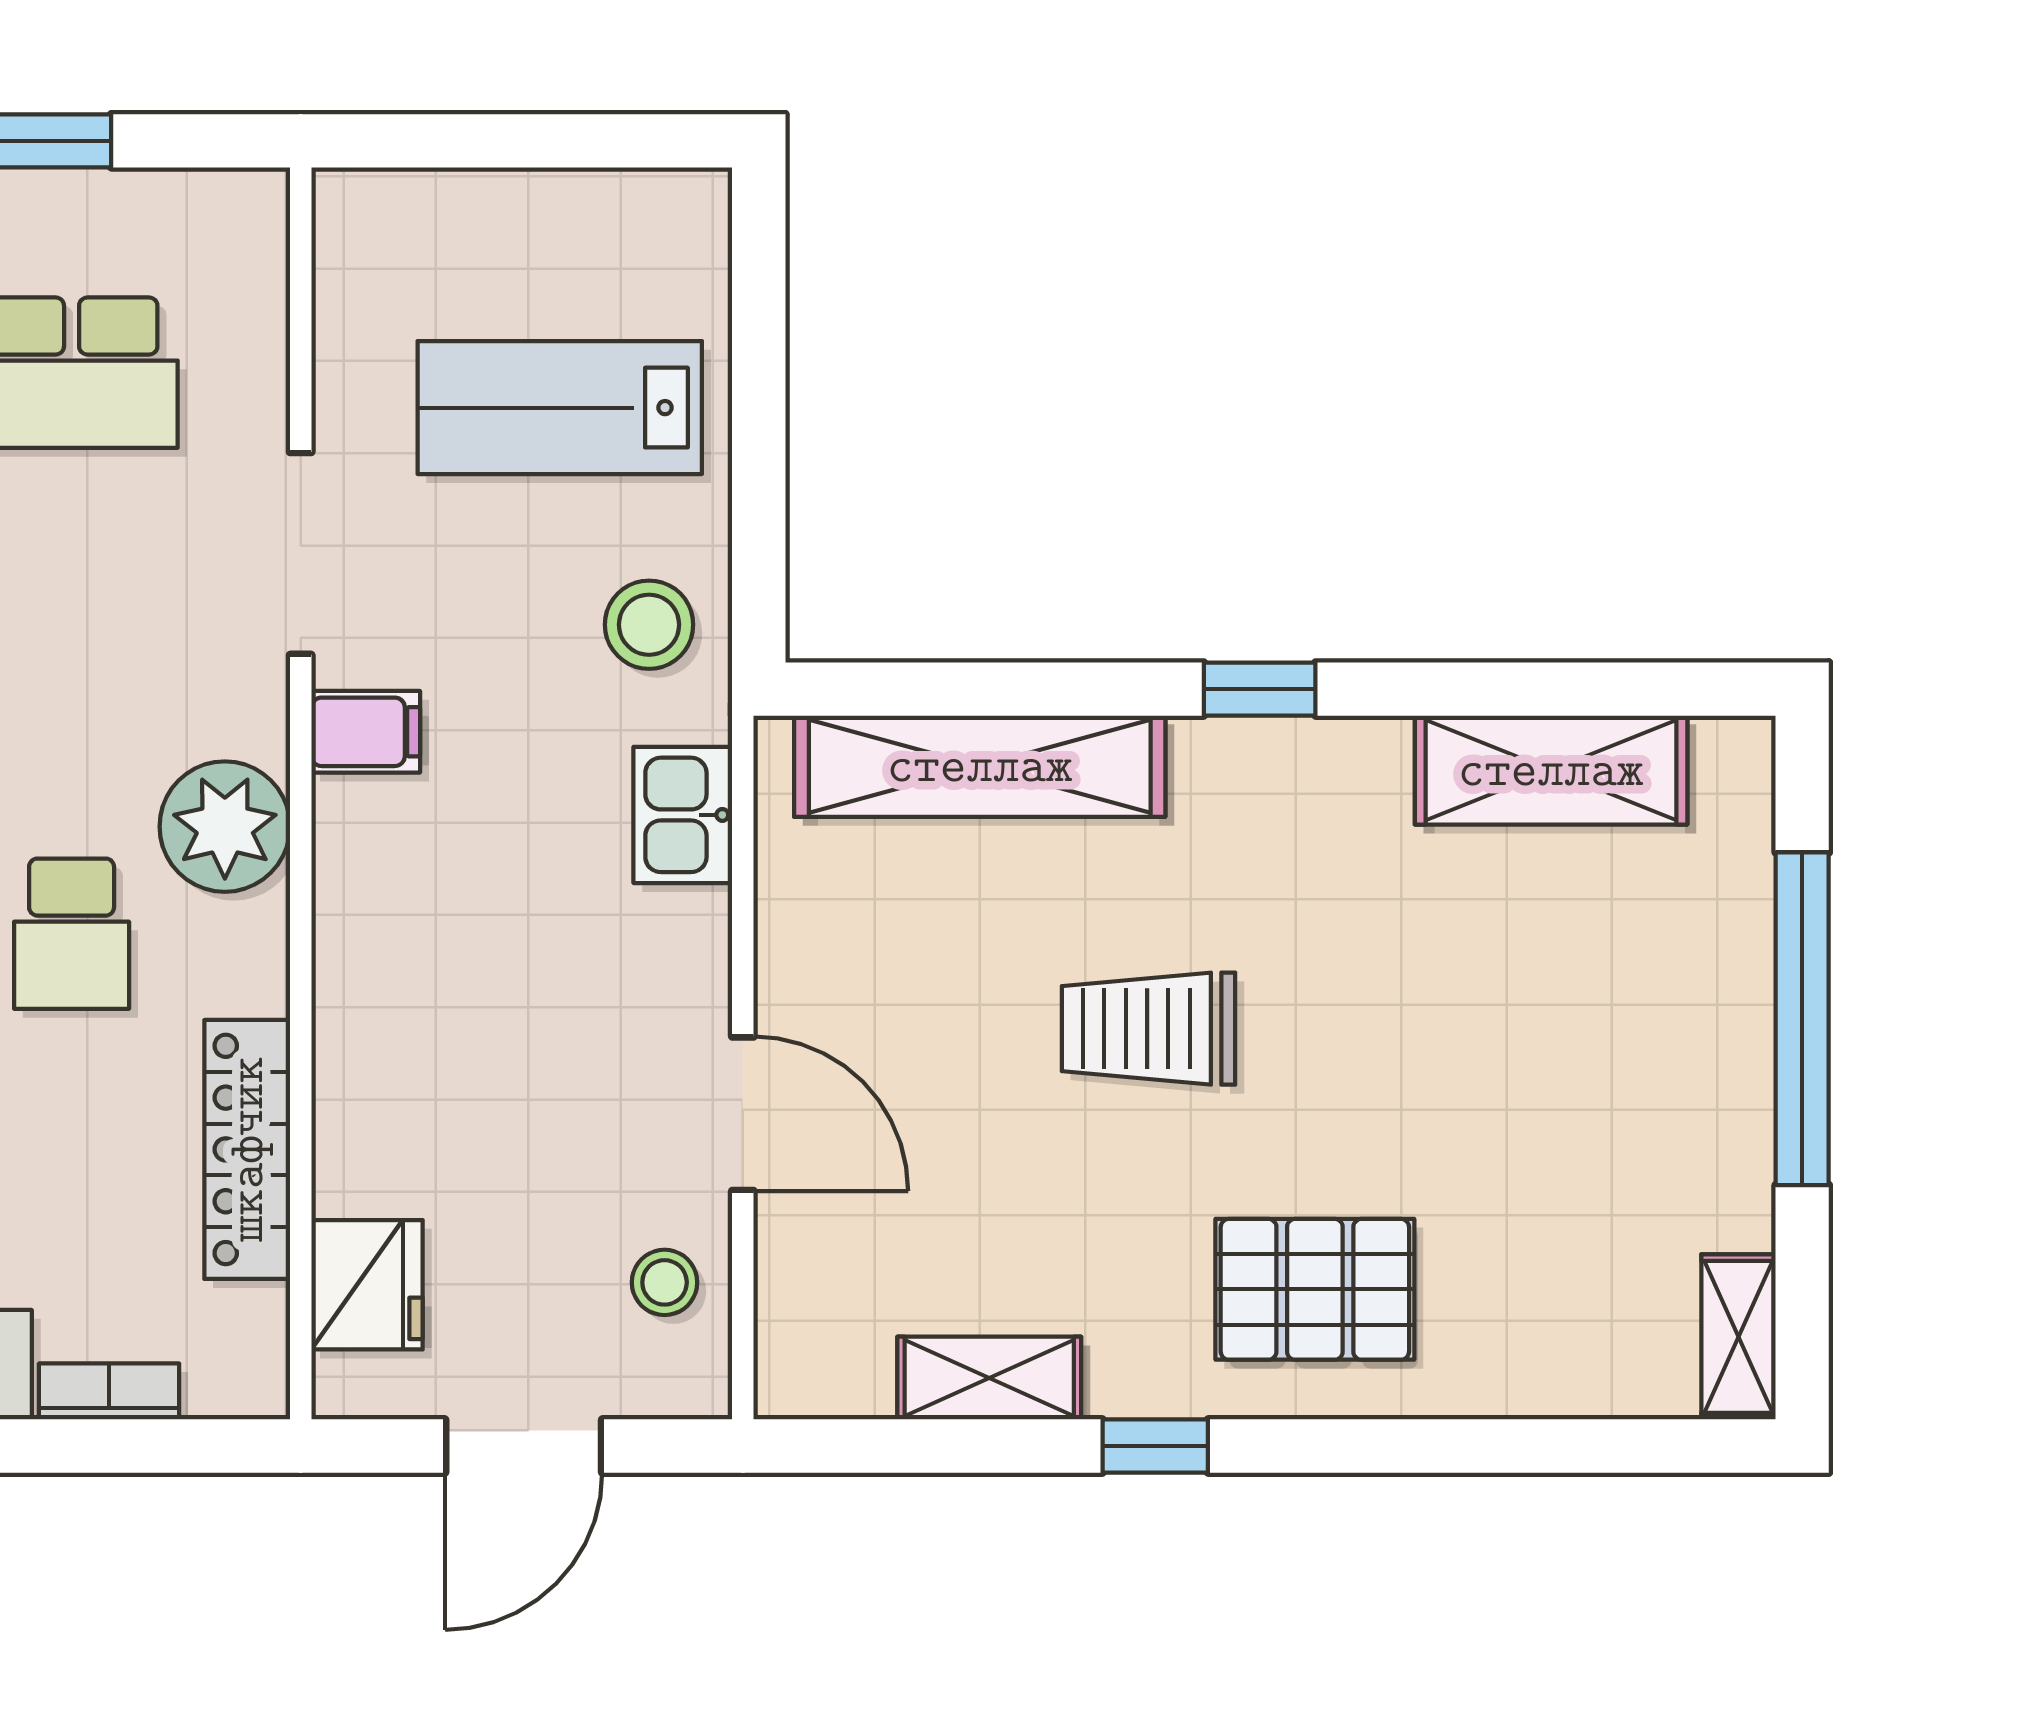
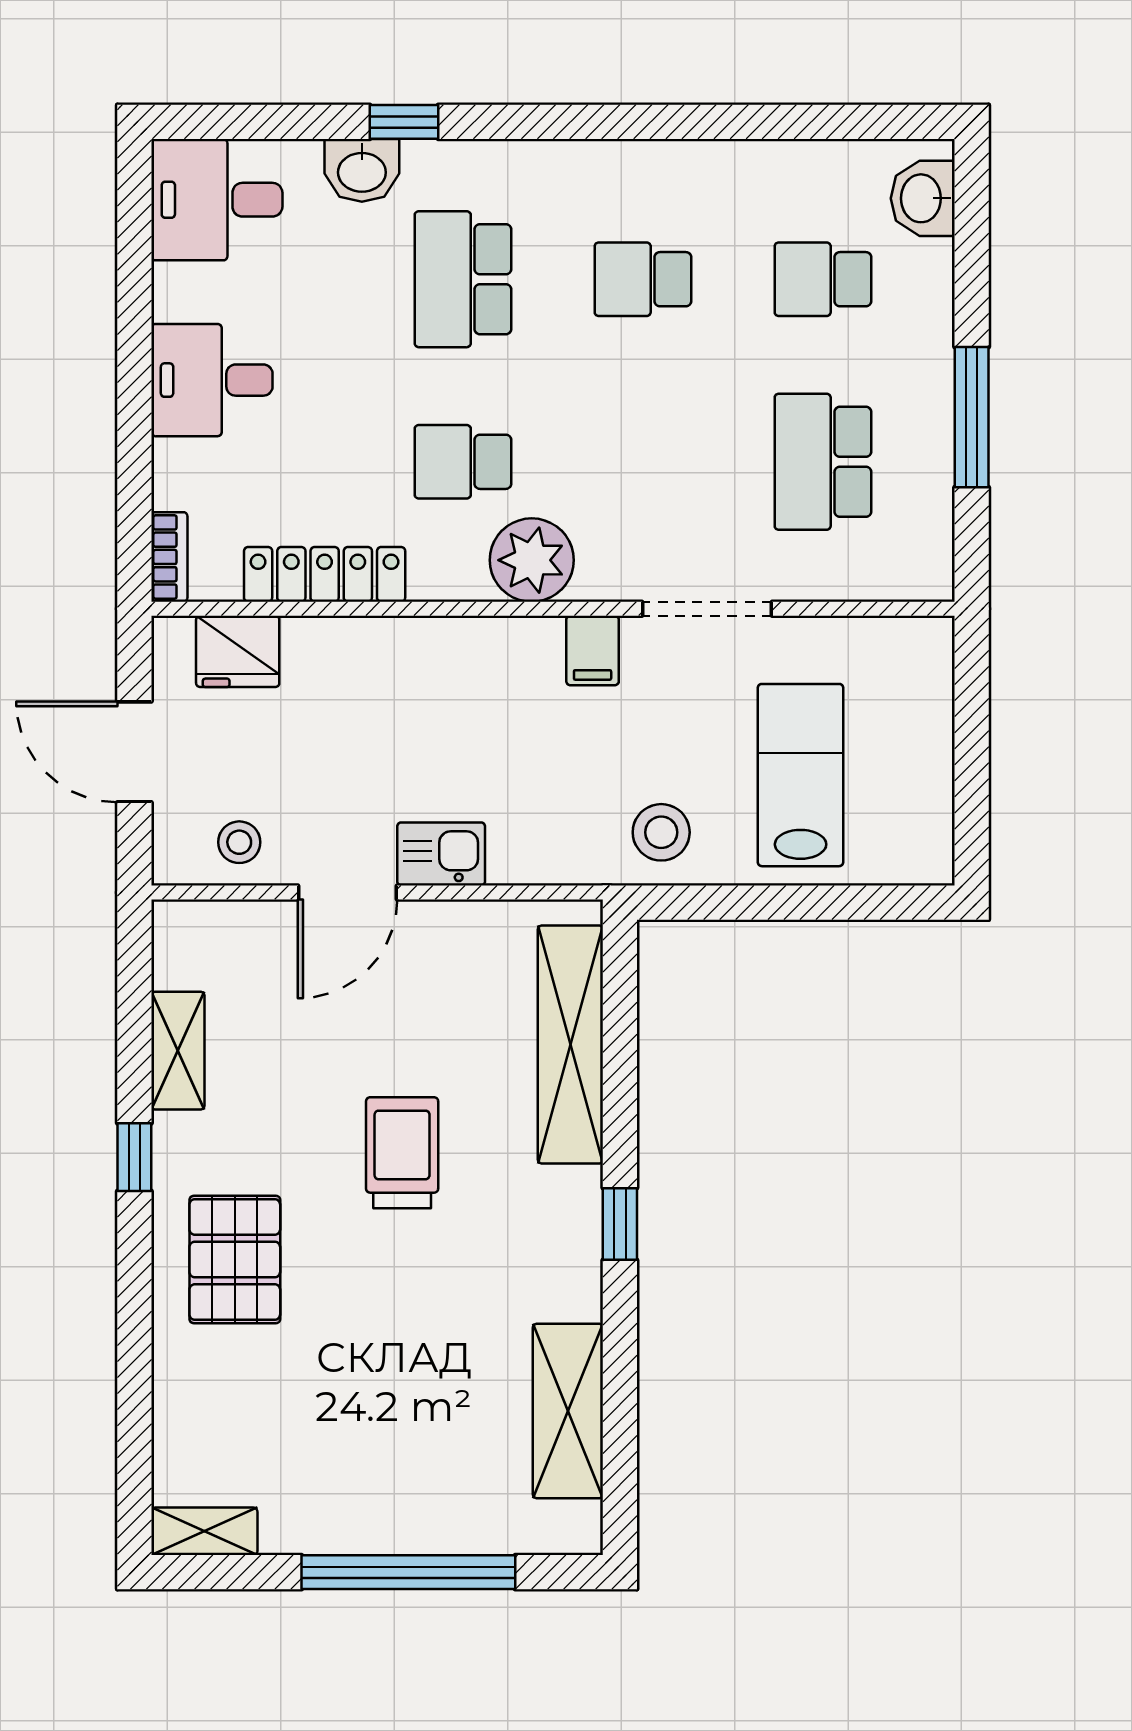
kitchen sink: (683, 815) -> (441, 854), moved
bookcase: (109, 1391) -> (169, 557), moved

